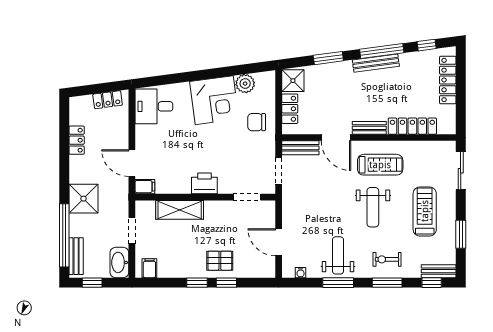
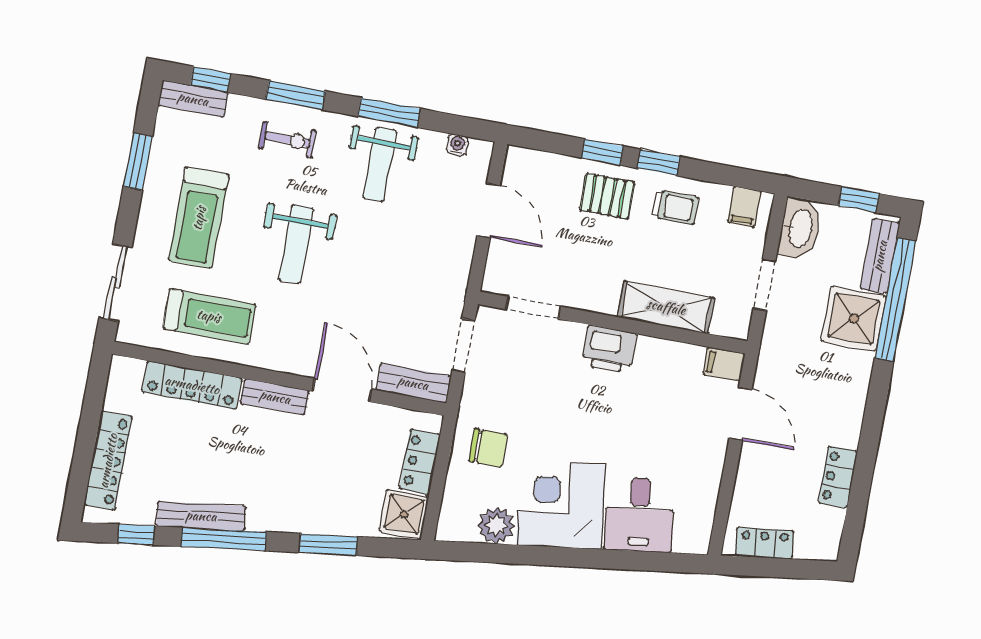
bench: (376, 63) -> (201, 516), moved
desk: (154, 106) -> (639, 515), moved, turned 82
treadmill: (380, 165) -> (209, 316), moved, turned 180
shower: (84, 199) -> (854, 319), moved
weight bench: (373, 207) -> (296, 244), turned 180
trolley: (184, 261) -> (675, 207), added

